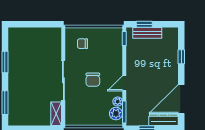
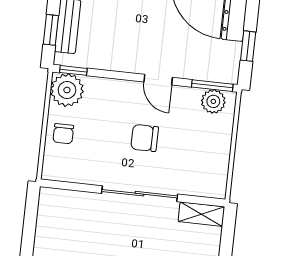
chair: (82, 44) -> (63, 134), moved
chair: (93, 80) -> (145, 138), turned 180
plant: (118, 102) -> (67, 90), moved, width x1.87, depth x1.87

